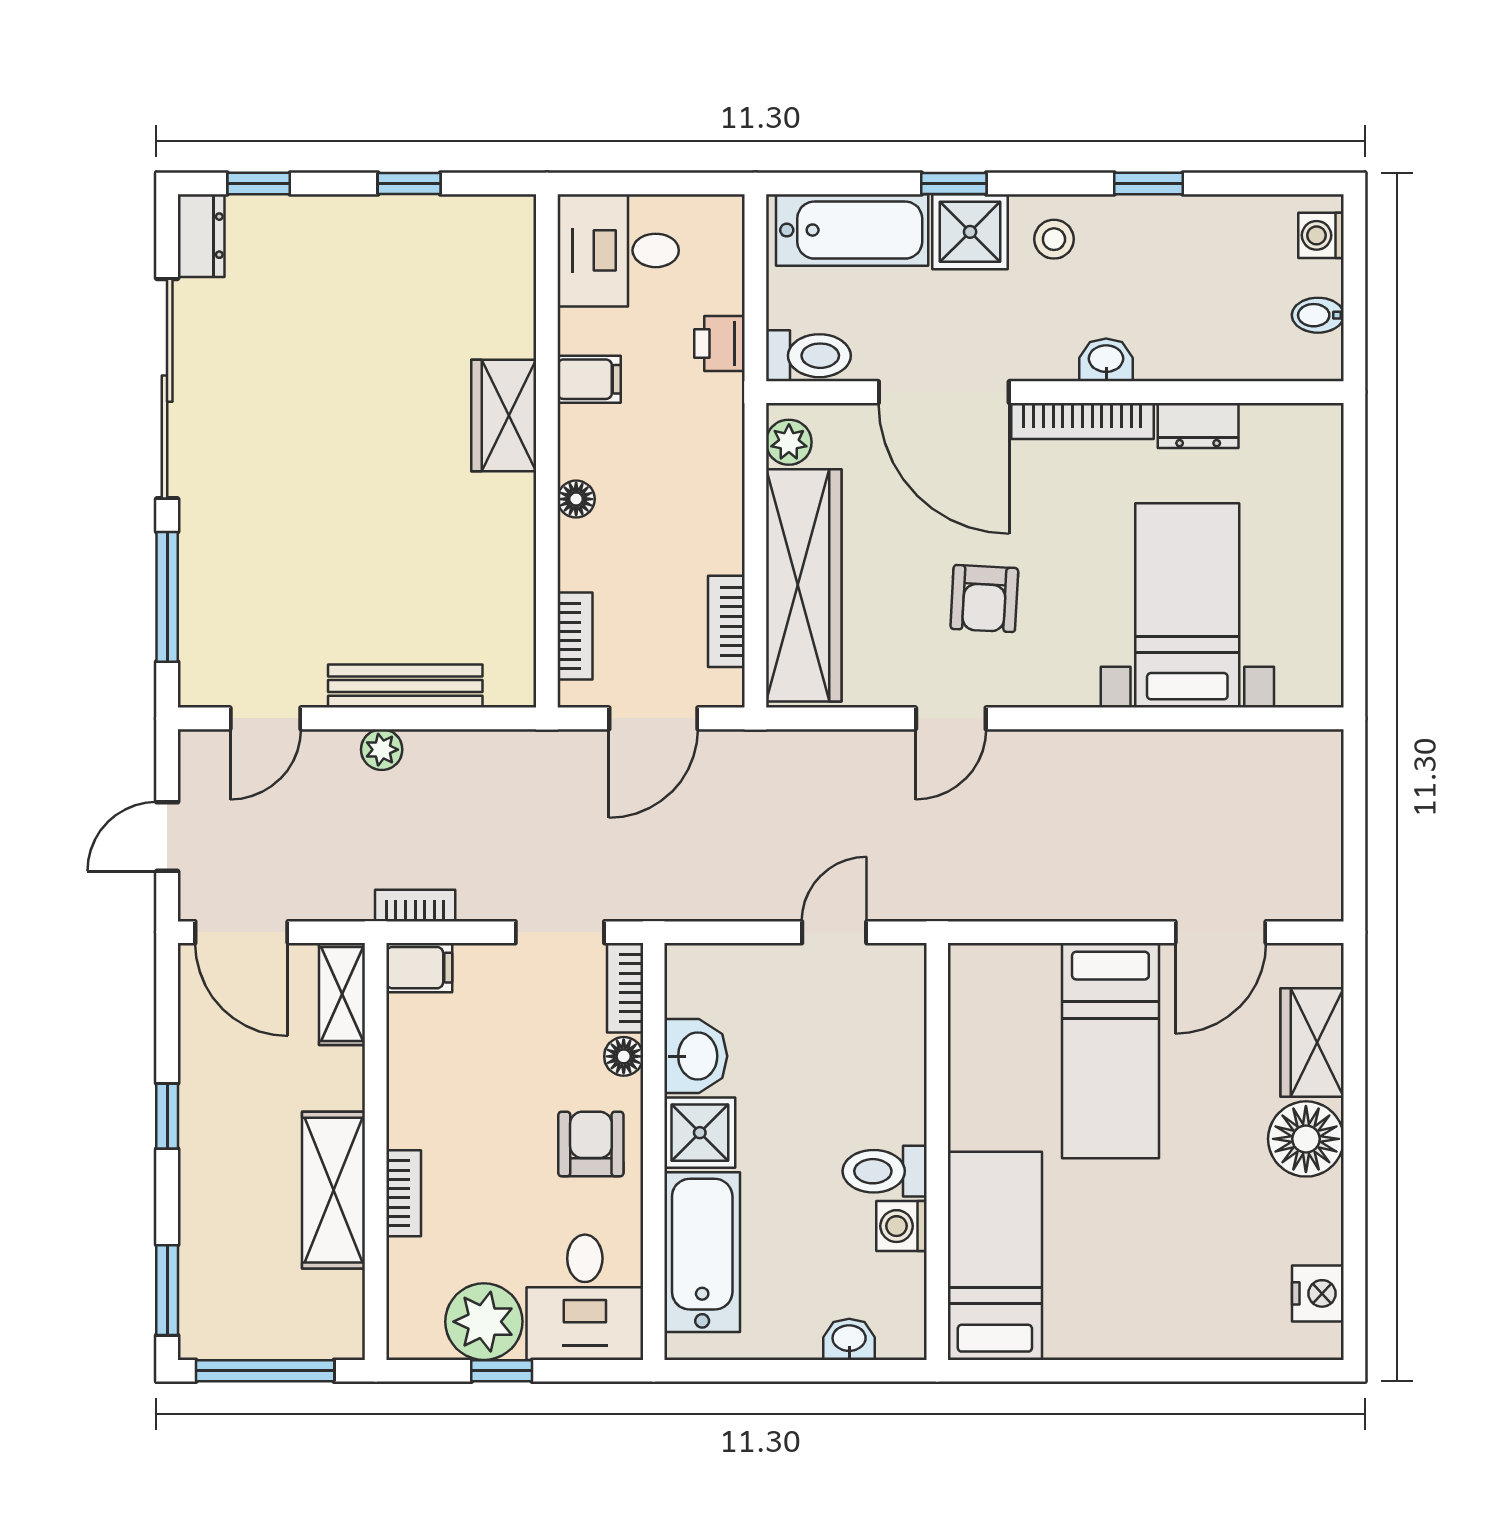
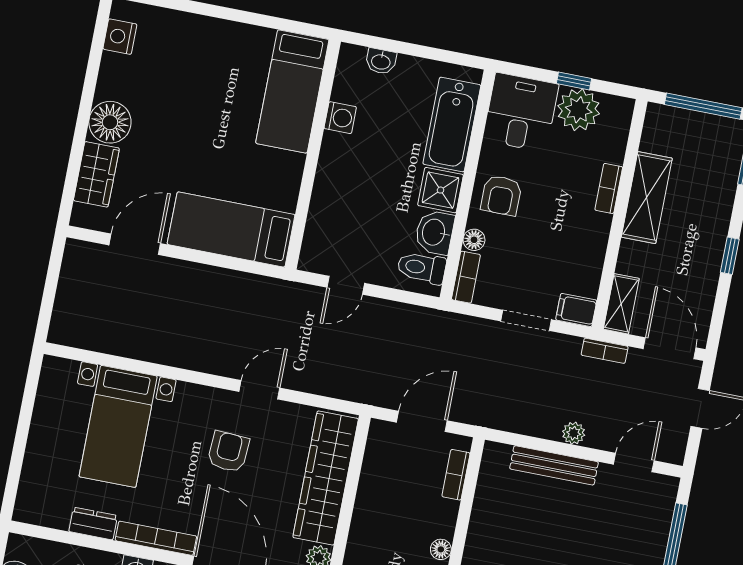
bookcase: (726, 621) -> (372, 467), removed
bookcase: (415, 906) -> (605, 351), moved
doorway: (560, 932) -> (526, 320), moved
bed: (1110, 1051) -> (231, 229), moved, turned -90
toilet: (885, 1171) -> (422, 268), moved, turned 180

